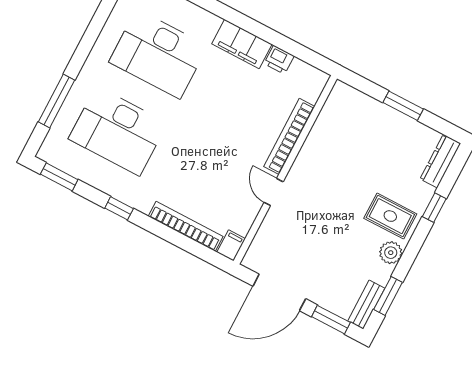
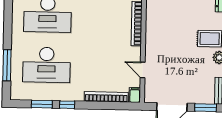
window: (59, 177) -> (42, 104), moved
door: (274, 192) -> (143, 70), moved

